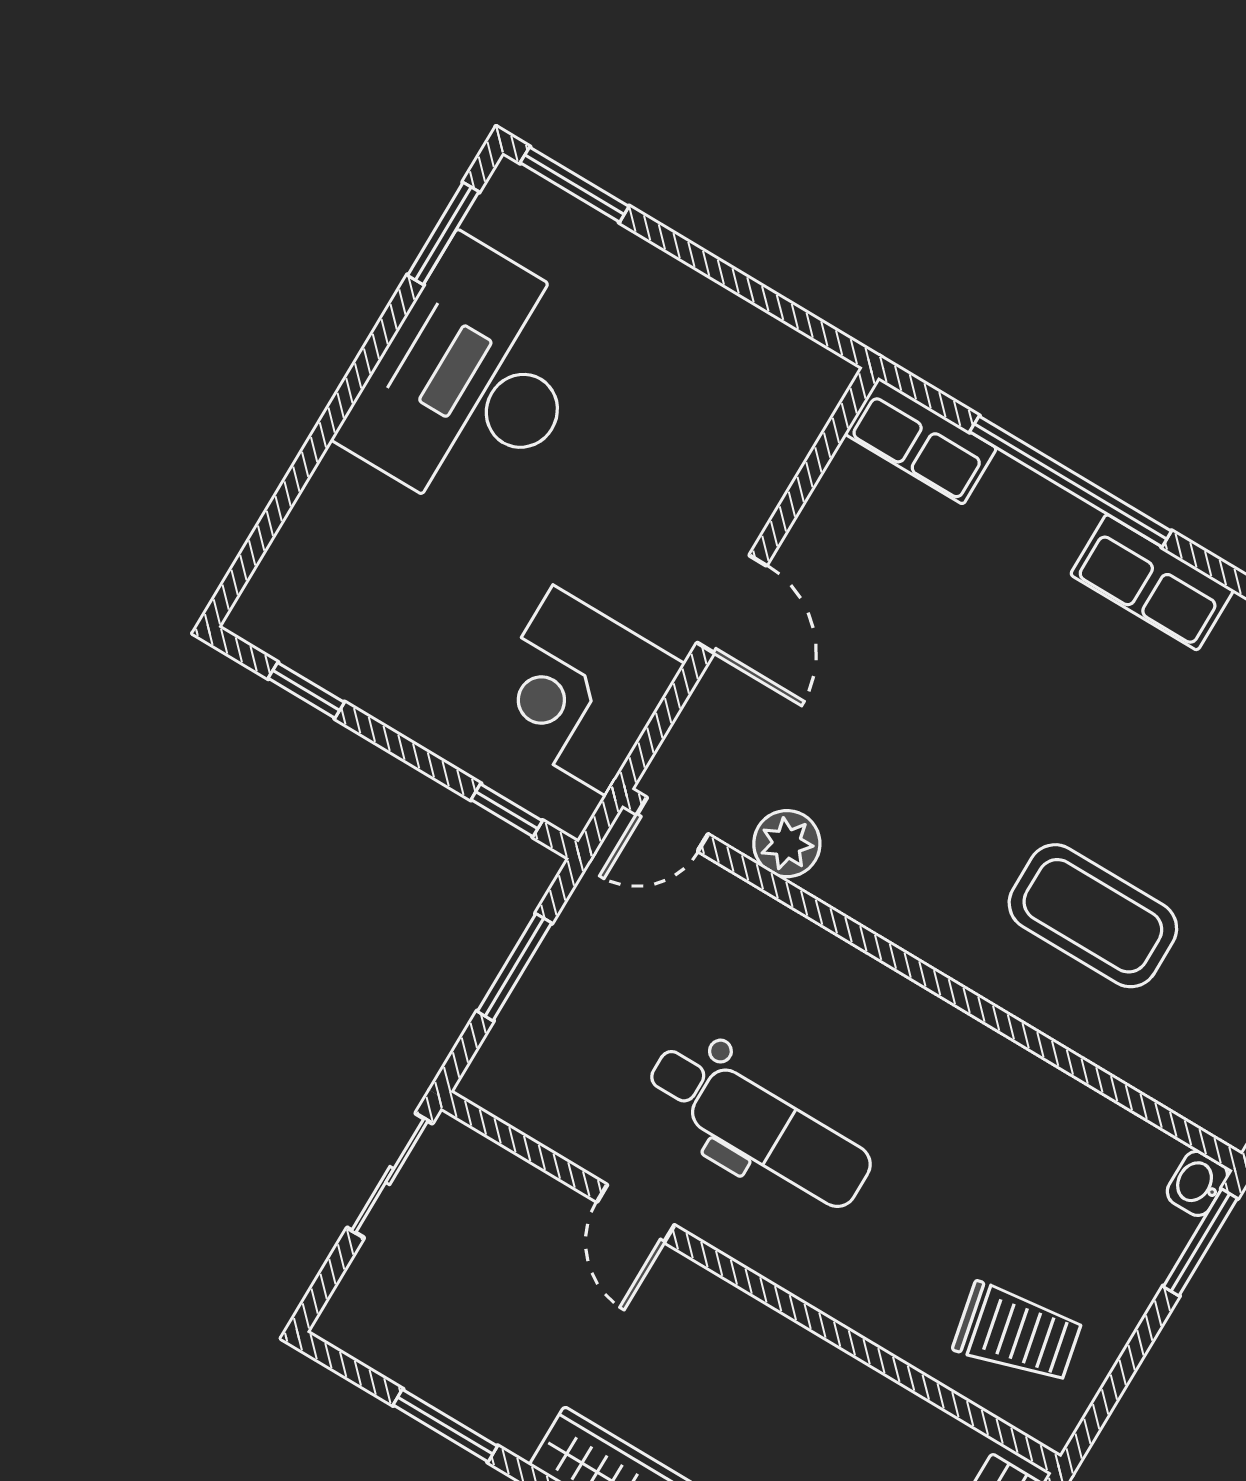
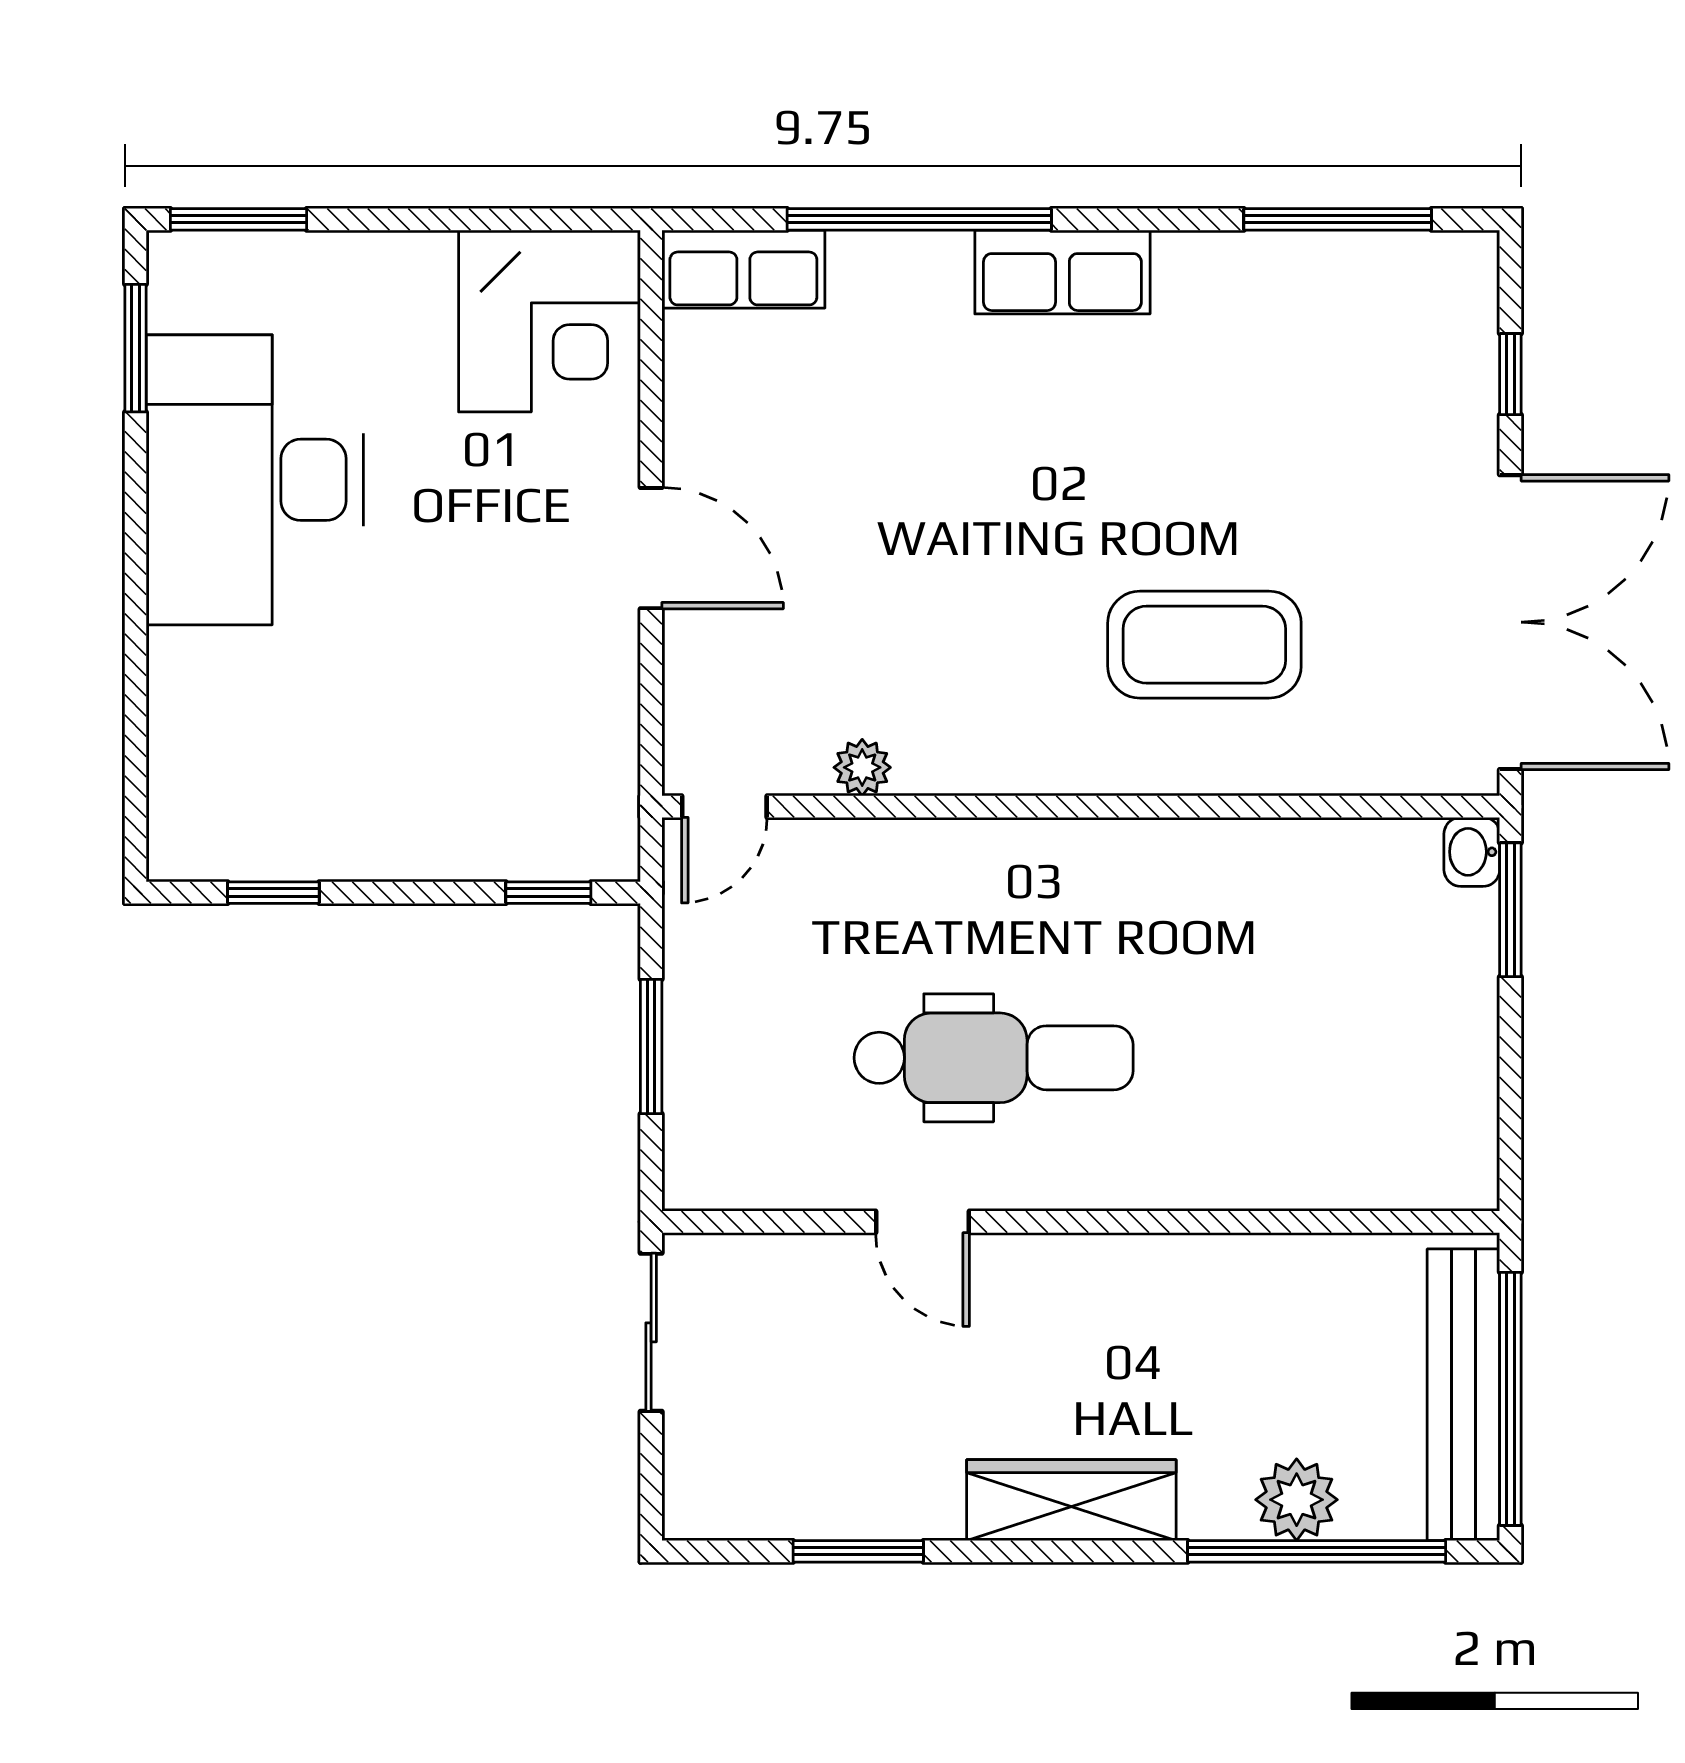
corner desk: (580, 690) -> (549, 321), moved, turned -90
plant: (787, 844) -> (862, 767), width x0.73, depth x0.73
trolley: (1018, 1333) -> (1381, 1112), removed

